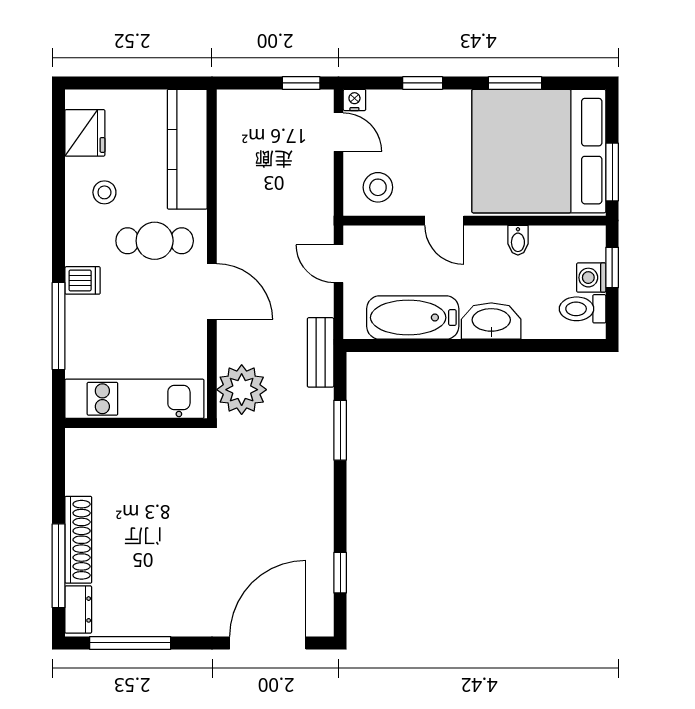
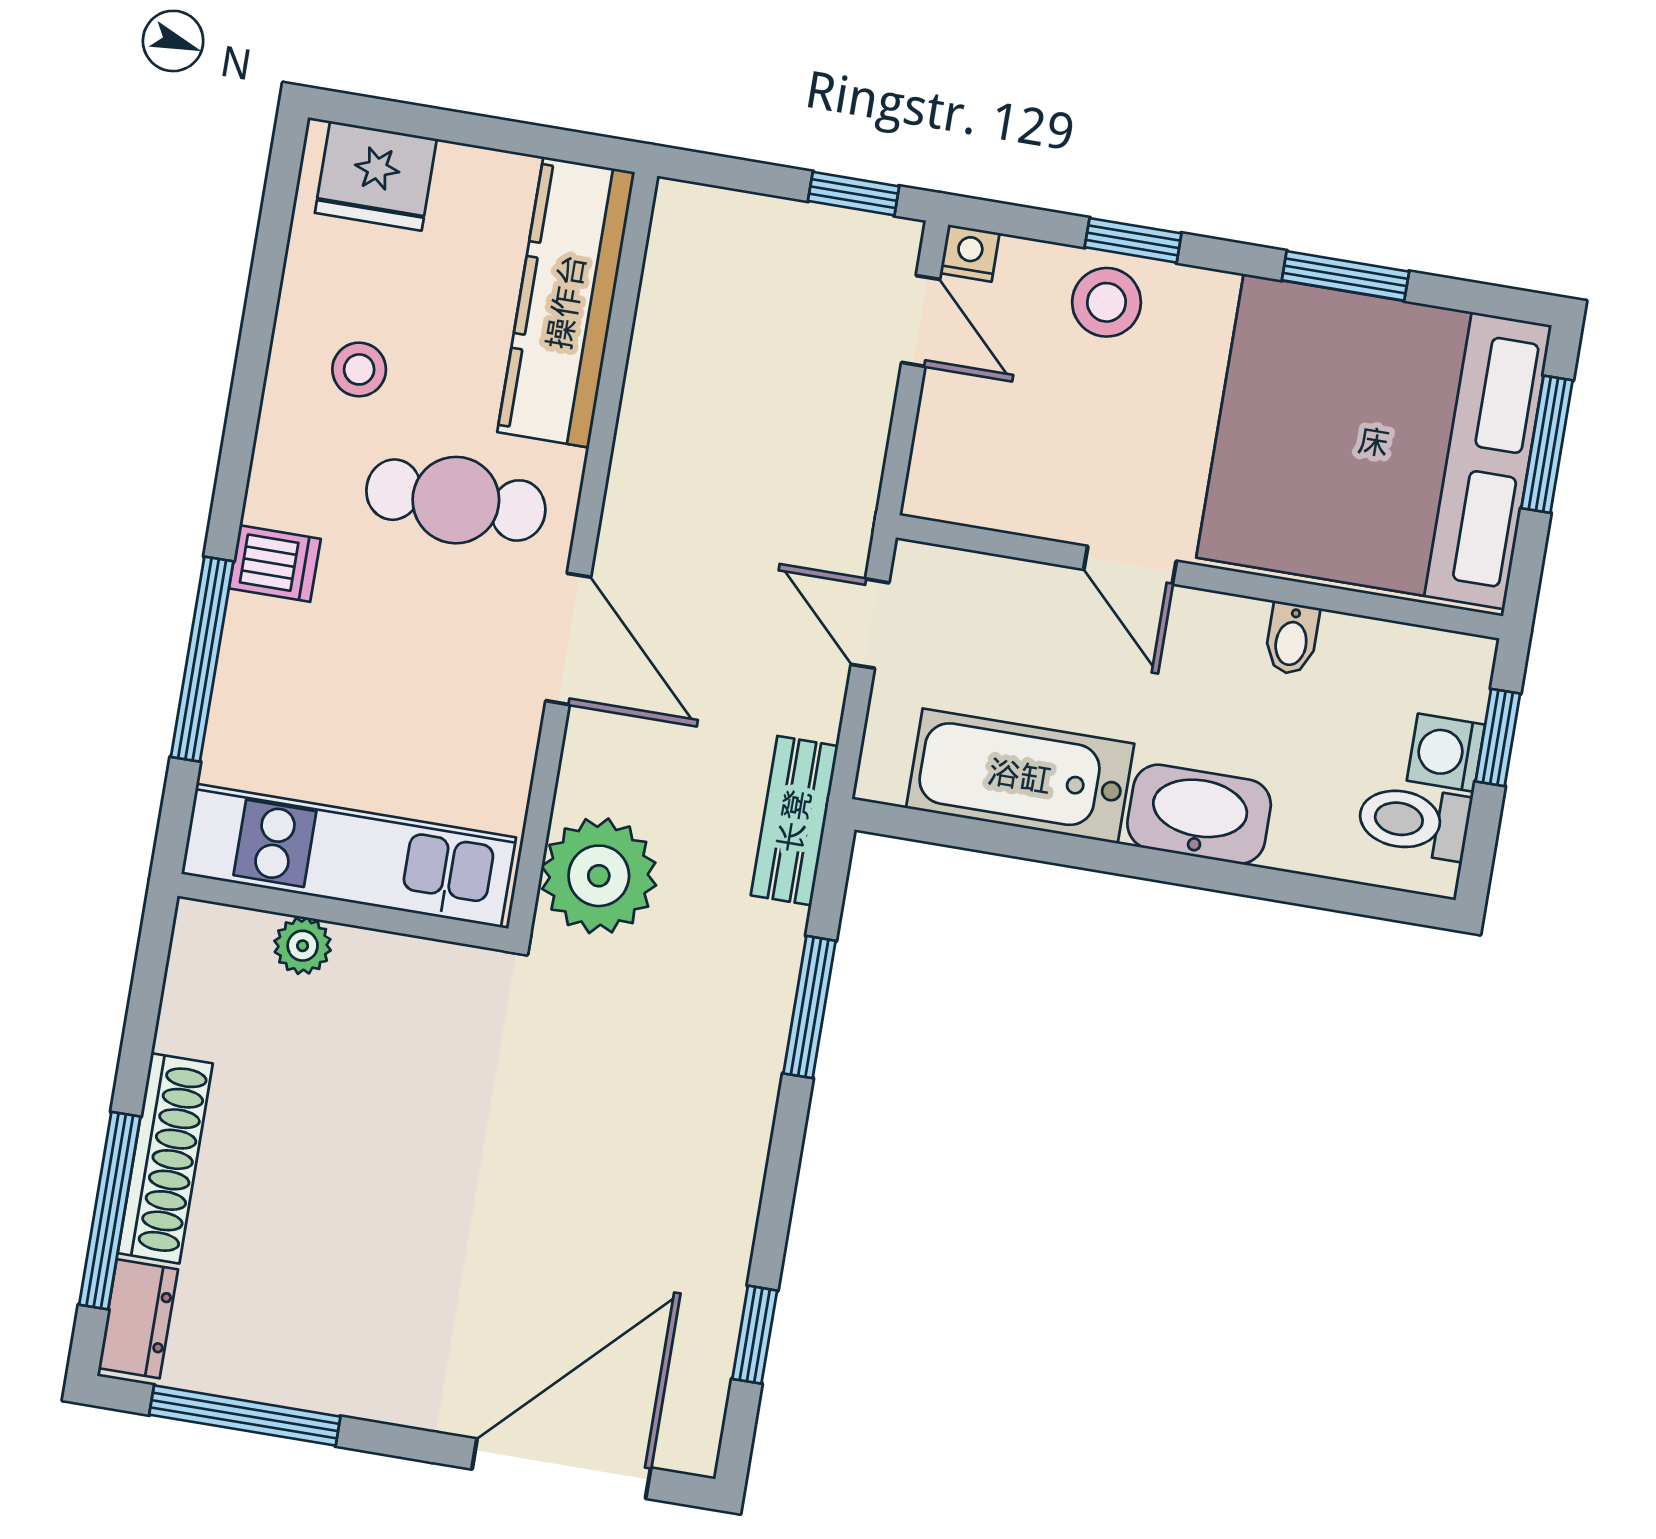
fridge: (85, 133) -> (376, 176), moved, turned 90
window: (612, 172) -> (1547, 444), moved
stool: (378, 187) -> (1107, 302), moved
plant: (121, 440) -> (303, 946), added

